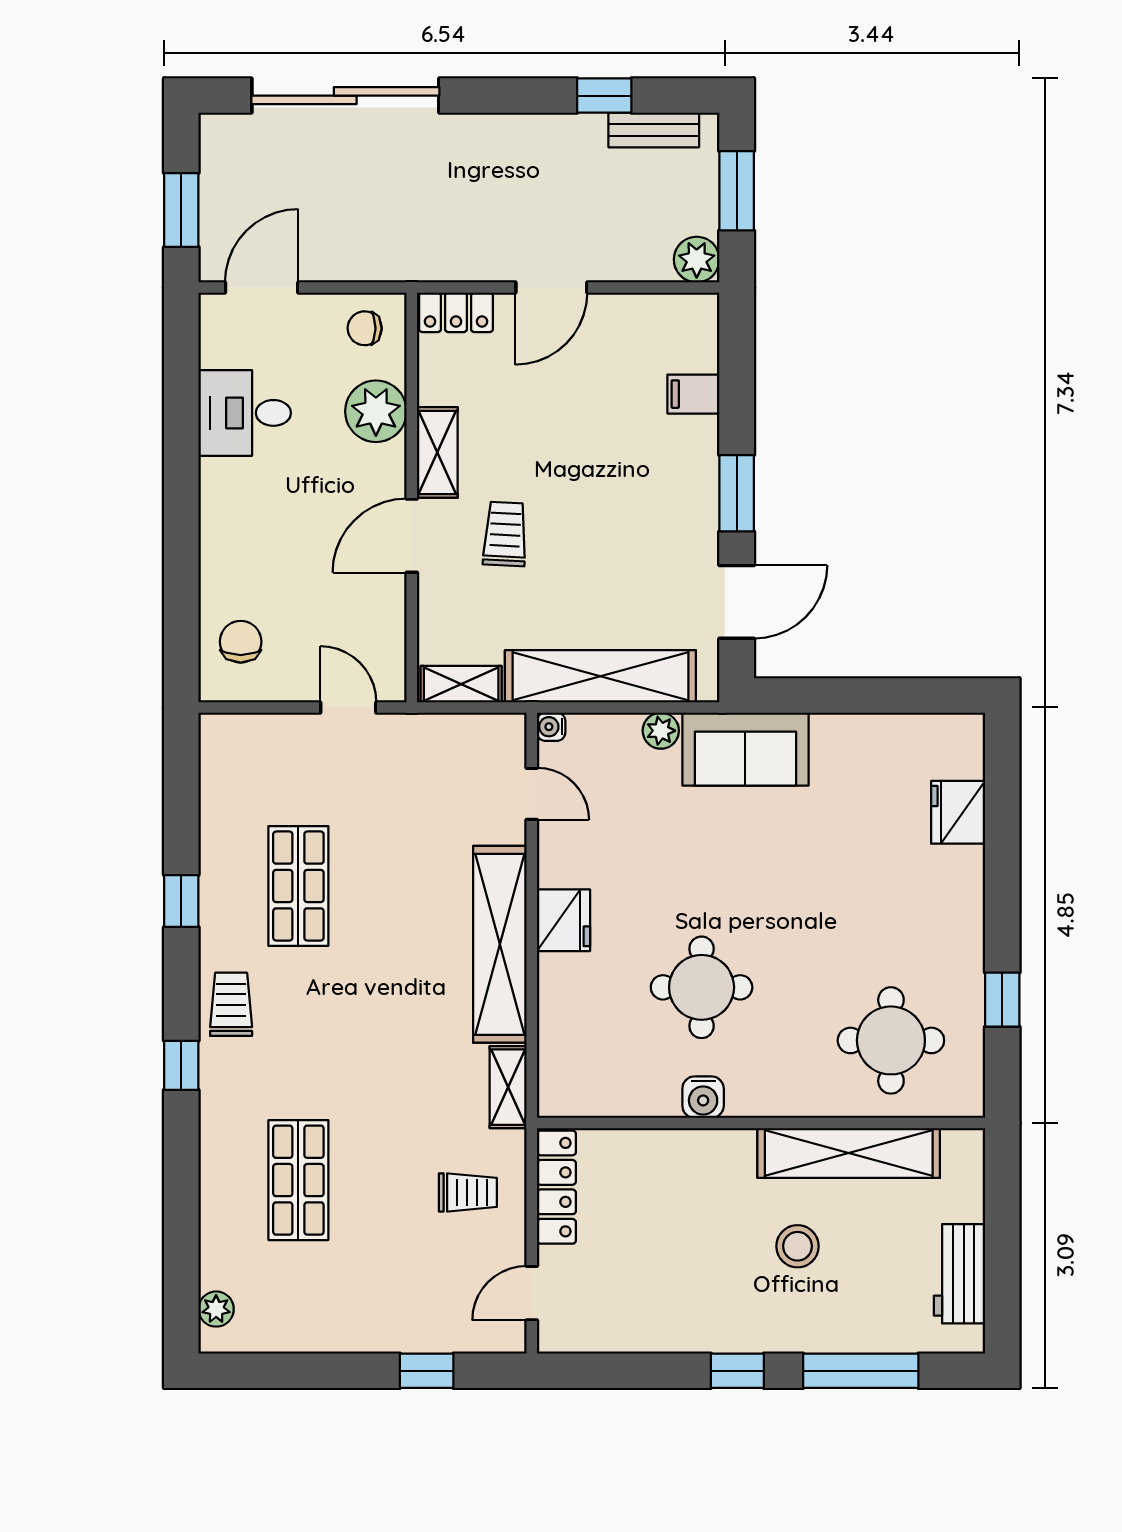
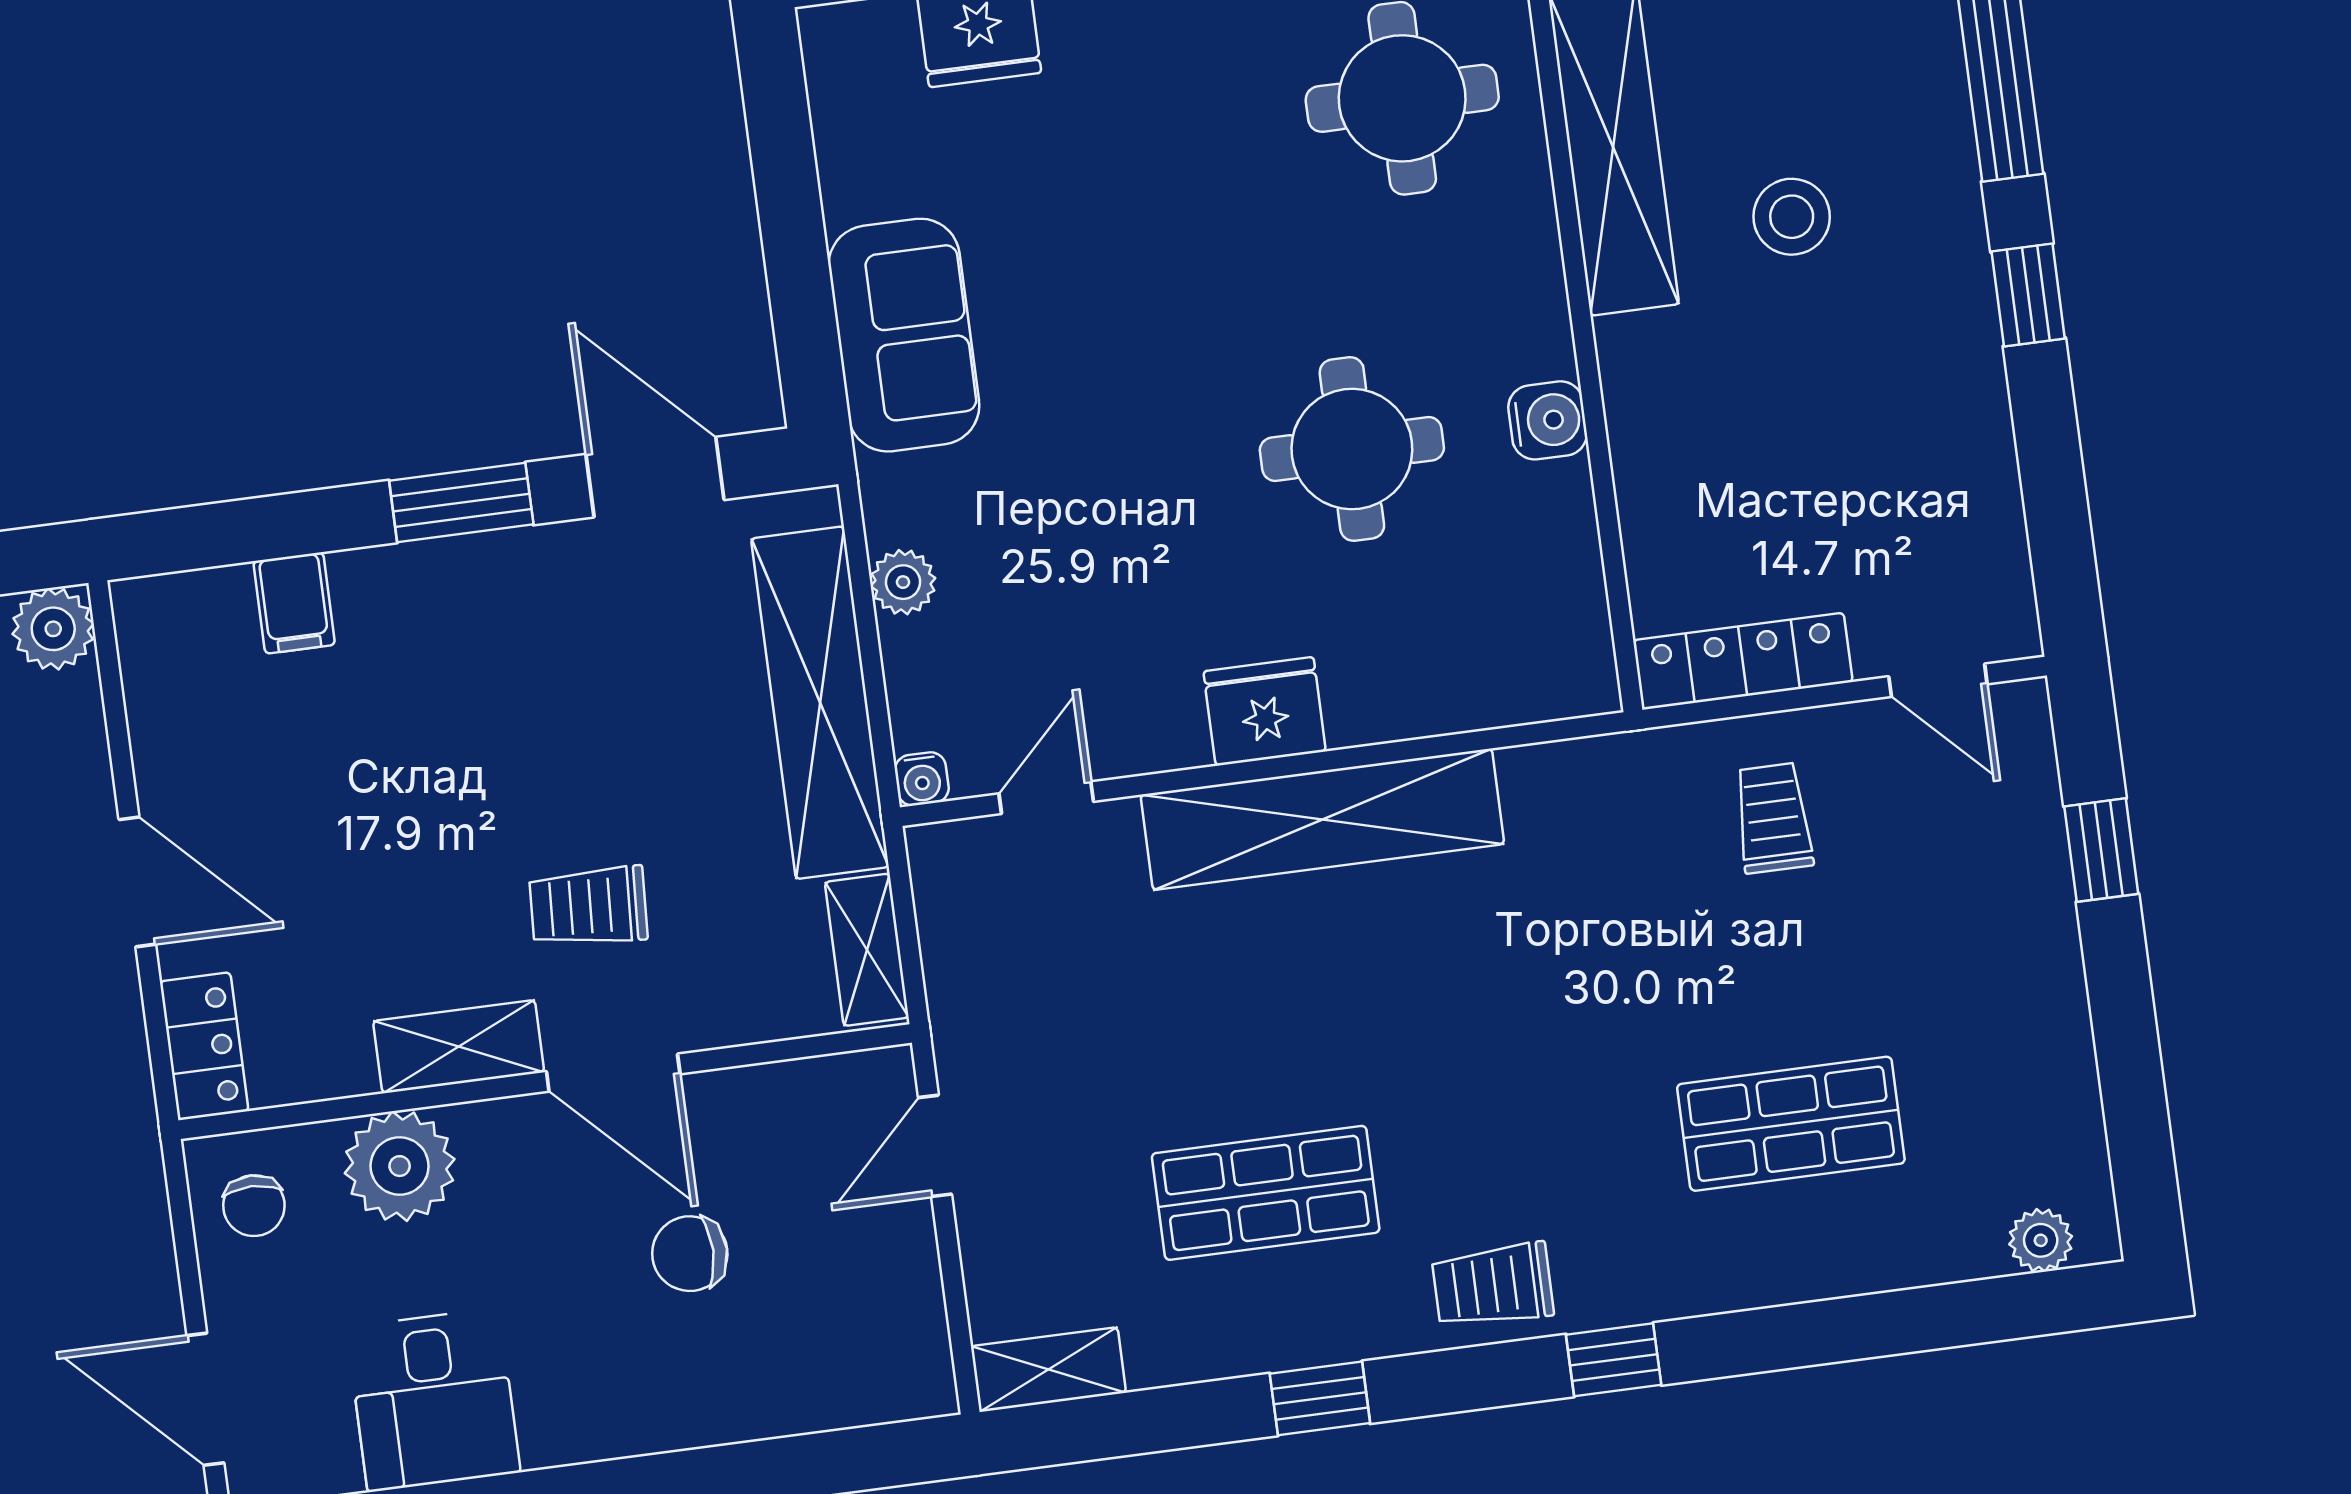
chair: (241, 642) -> (690, 1254), moved
sofa: (745, 749) -> (904, 335), moved
shelving: (508, 1087) -> (1048, 1369), moved

